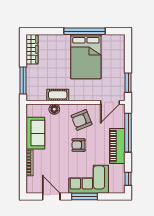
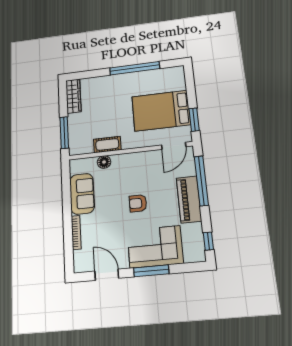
bed: (86, 57) -> (161, 111), moved, turned 90
armchair: (81, 120) -> (139, 171), removed

